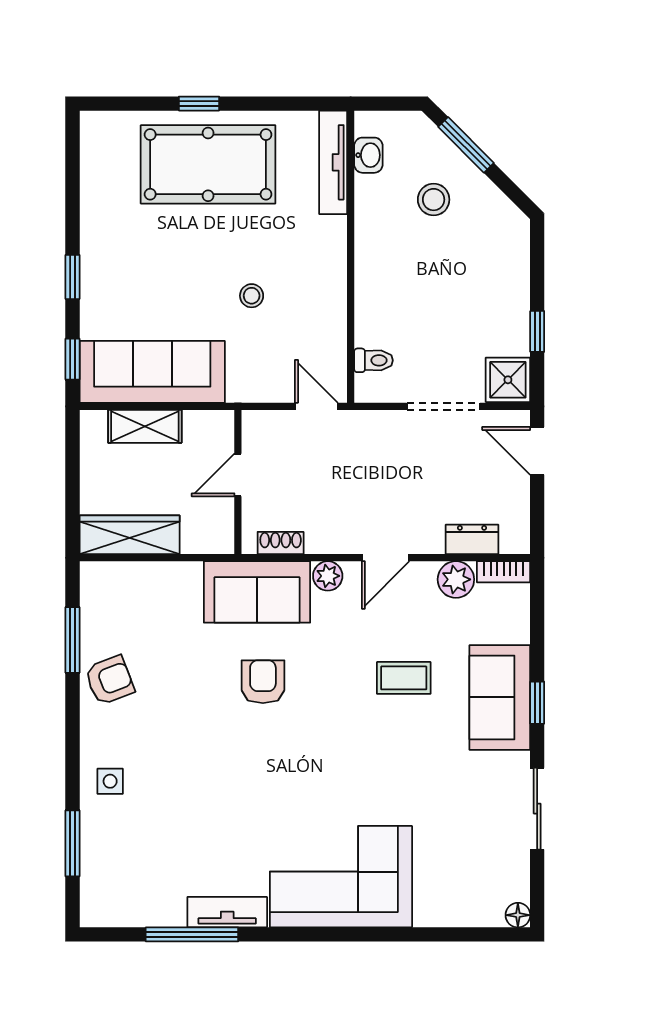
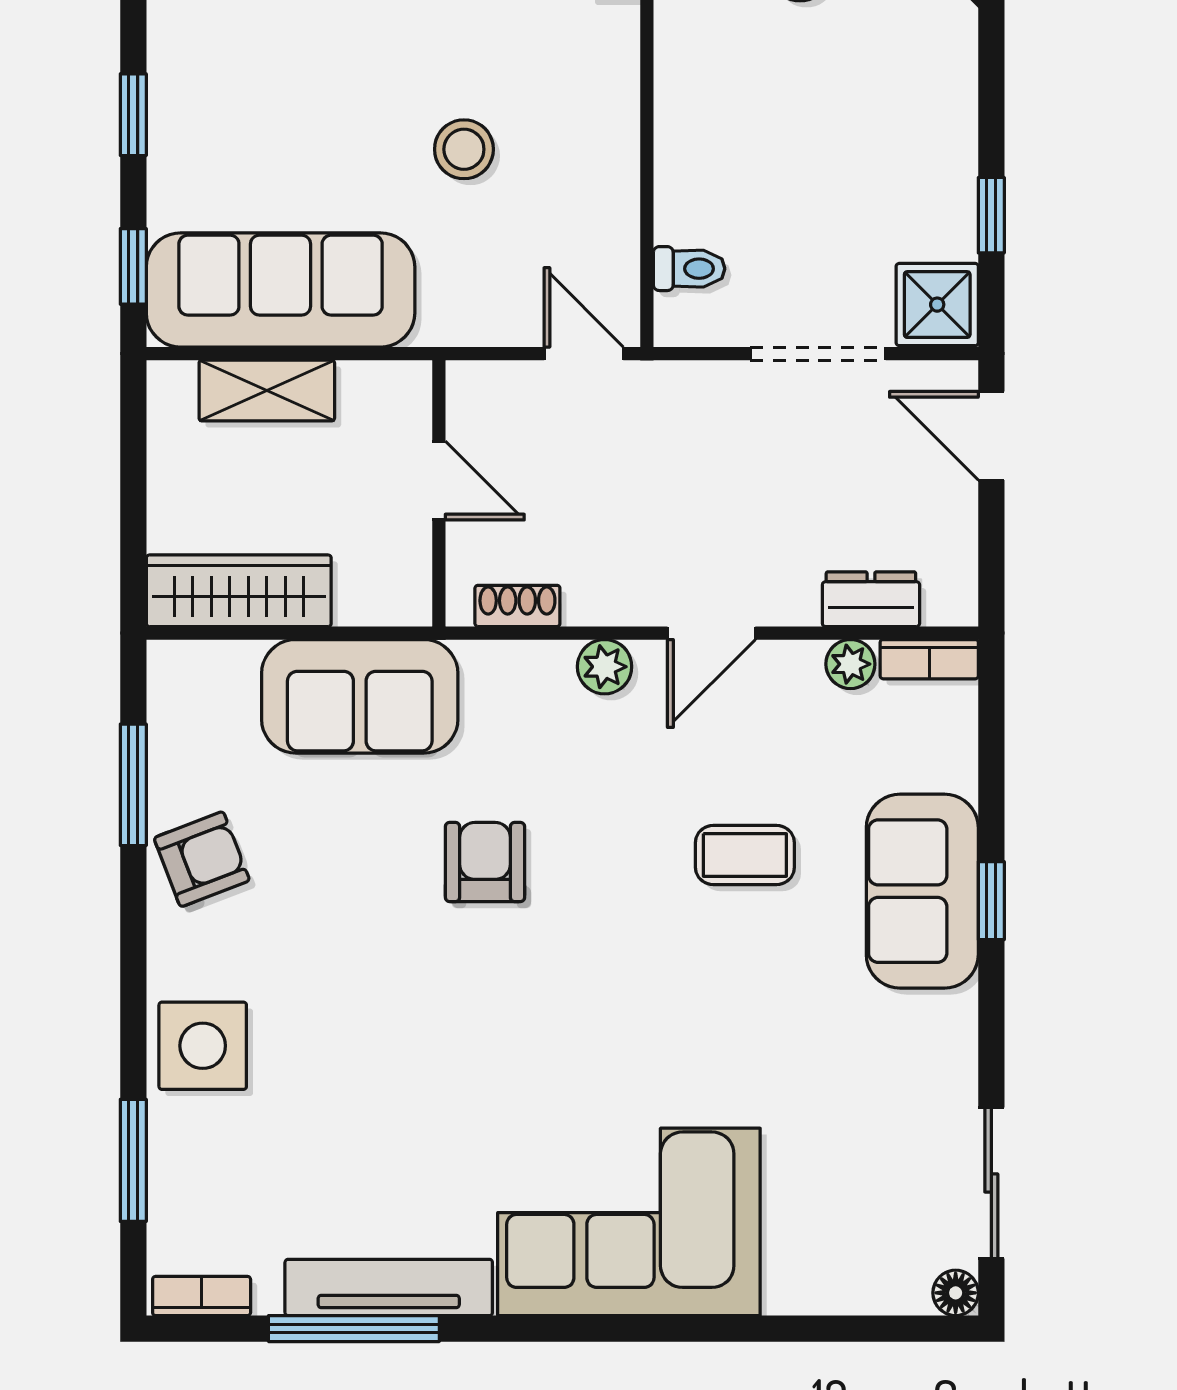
stool: (252, 296) -> (464, 149), width x1.37, depth x1.37
door: (238, 475) -> (439, 481), swing flipped
plant: (456, 579) -> (850, 664), width x0.73, depth x0.73
sofa: (257, 592) -> (360, 696), moved
side table: (110, 781) -> (203, 1046), width x1.87, depth x1.87
sliding door: (537, 809) -> (991, 1183), moved
tv unit: (227, 912) -> (389, 1287), width x1.41
bookcase: (109, 917) -> (202, 1296), added

